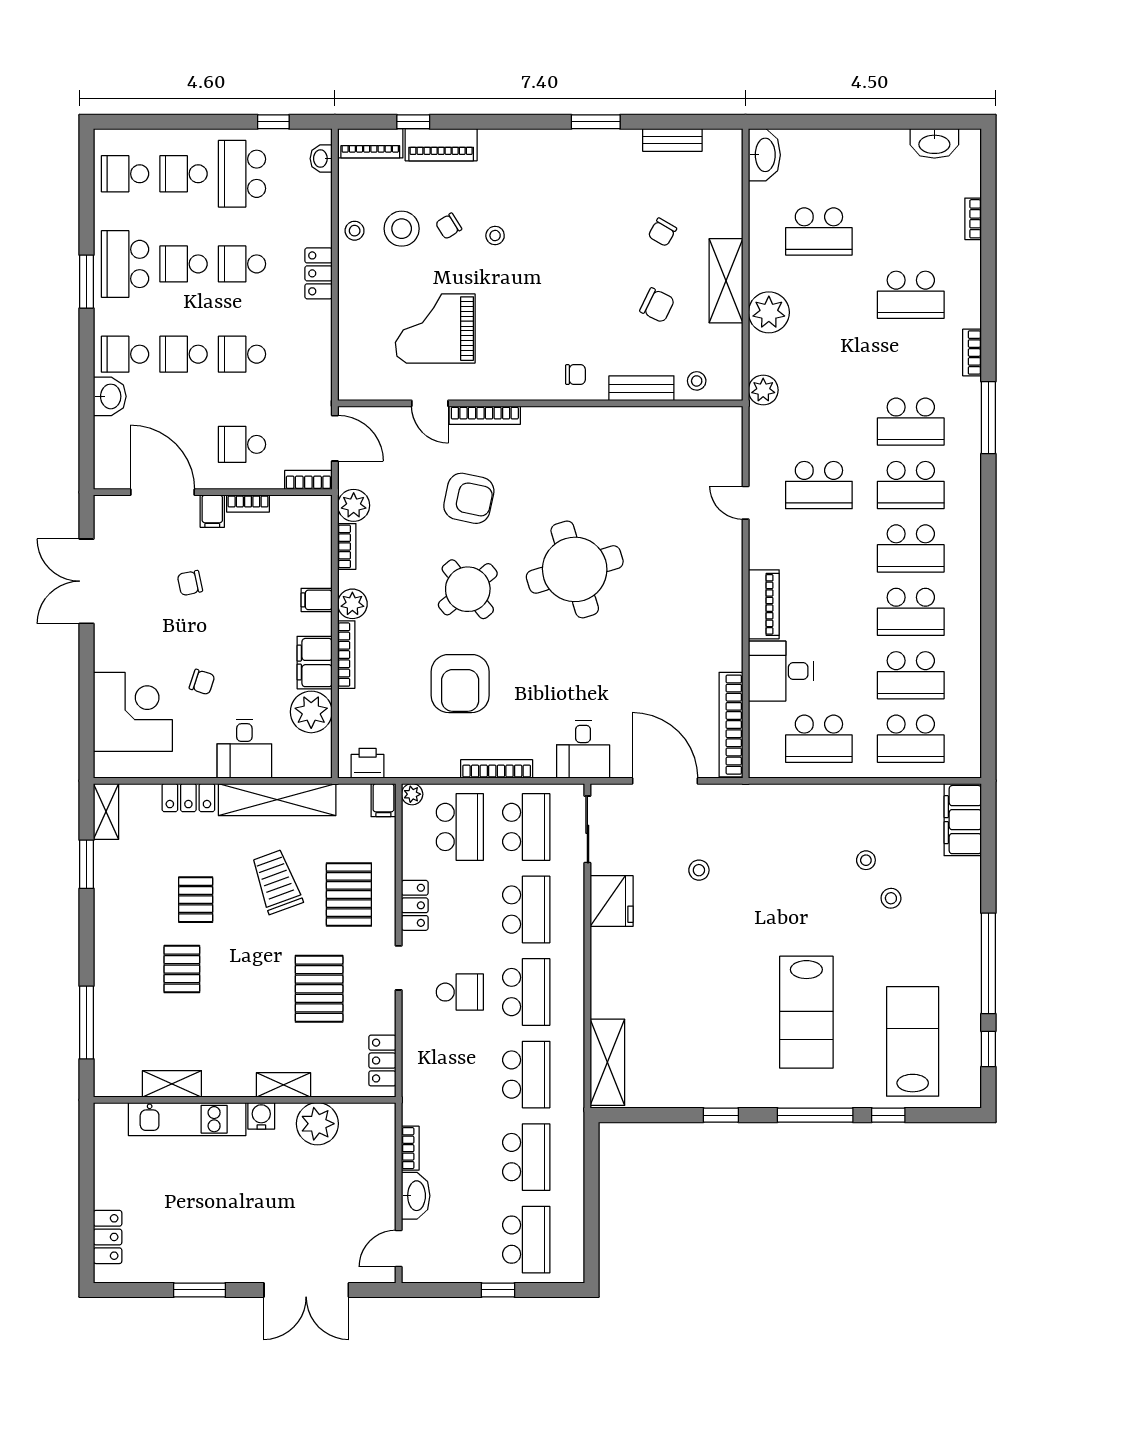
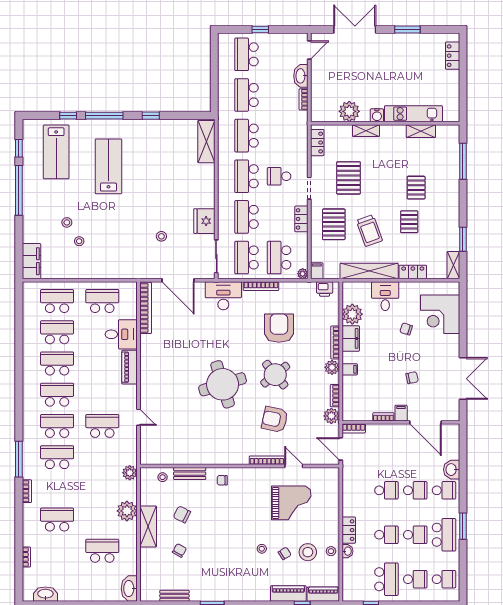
washbasin: (321, 159) -> (347, 551), moved
school desk: (242, 444) -> (386, 446), removed
desk: (583, 749) -> (223, 296), width x1.37

